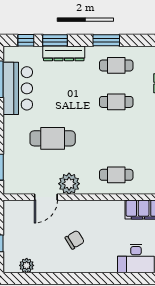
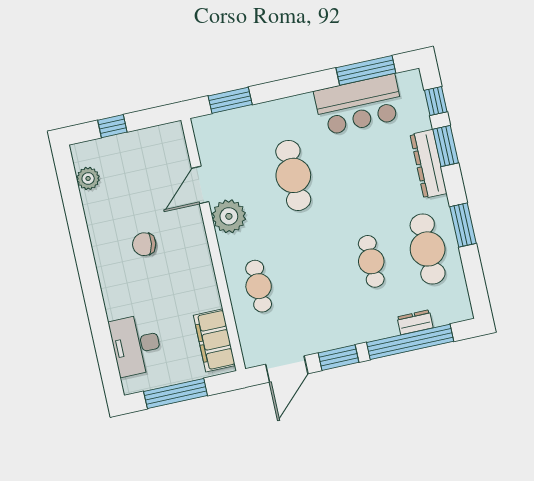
cafe table: (116, 65) -> (428, 249), width x1.37, depth x1.35
door: (46, 197) -> (200, 185), hinge flipped
chair: (75, 240) -> (144, 244), turned 132

